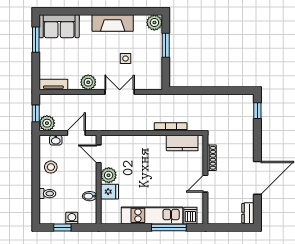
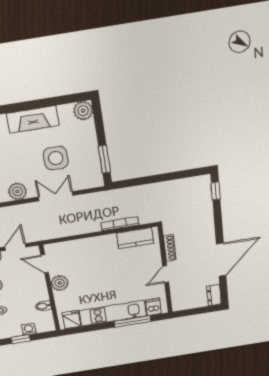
window: (166, 45) -> (104, 159), moved
side table: (125, 59) -> (56, 158), width x1.87, depth x1.87
fridge: (110, 192) -> (72, 320), moved, turned -90

